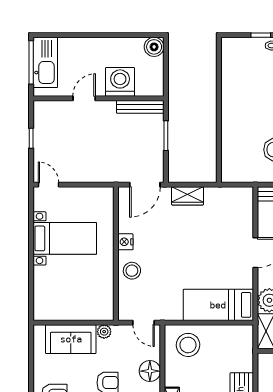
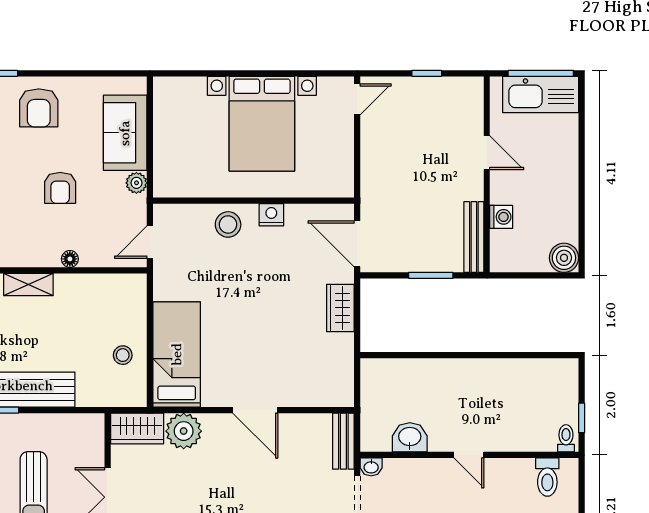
washing machine: (120, 82) -> (501, 217), width x0.53, depth x0.53
bed with nightstands: (65, 238) -> (262, 124), width x1.36
stool: (188, 345) -> (123, 355), moved, width x0.53, depth x0.53
floor lamp: (150, 371) -> (70, 259), width x0.53, depth x0.53

